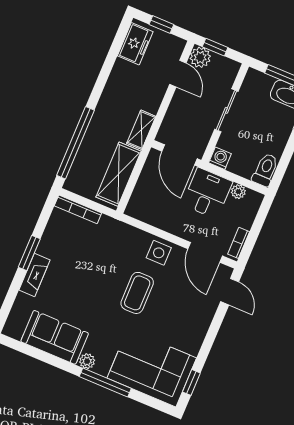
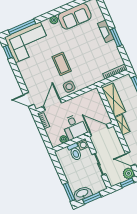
toilet: (265, 170) -> (75, 152), moved
door: (205, 252) -> (52, 105), hinge flipped
window: (105, 382) -> (22, 27), moved

